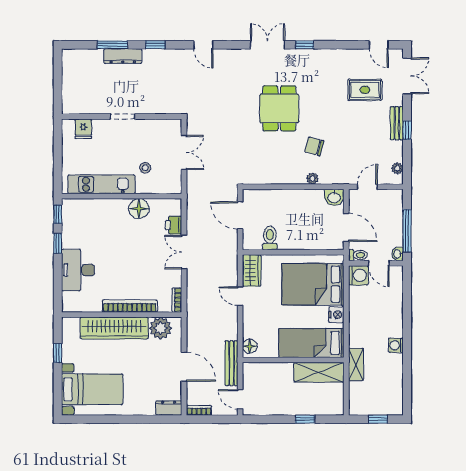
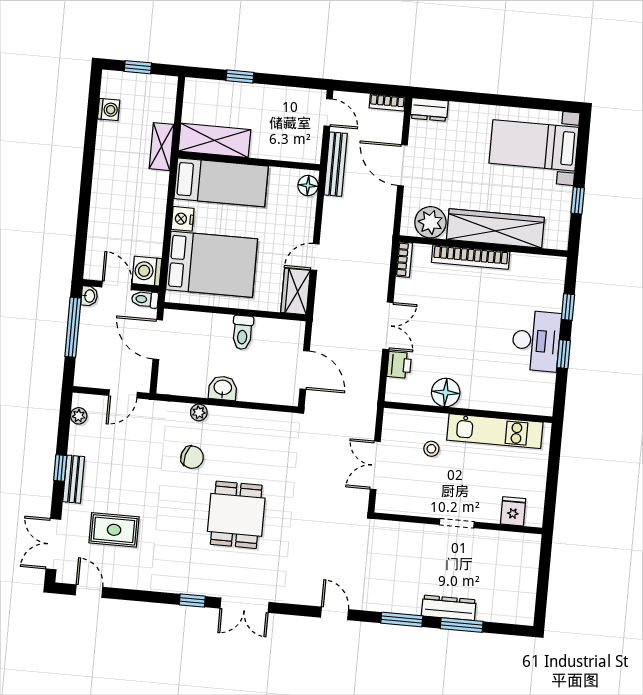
window: (155, 45) -> (402, 620), width x1.50
washbasin: (334, 197) -> (223, 388), moved
window: (58, 214) -> (568, 307), moved
toilet: (270, 238) -> (242, 332), moved
desk: (78, 270) -> (536, 341), moved
door: (240, 296) -> (315, 257), swing flipped
washing machine: (396, 345) -> (109, 110), moved

